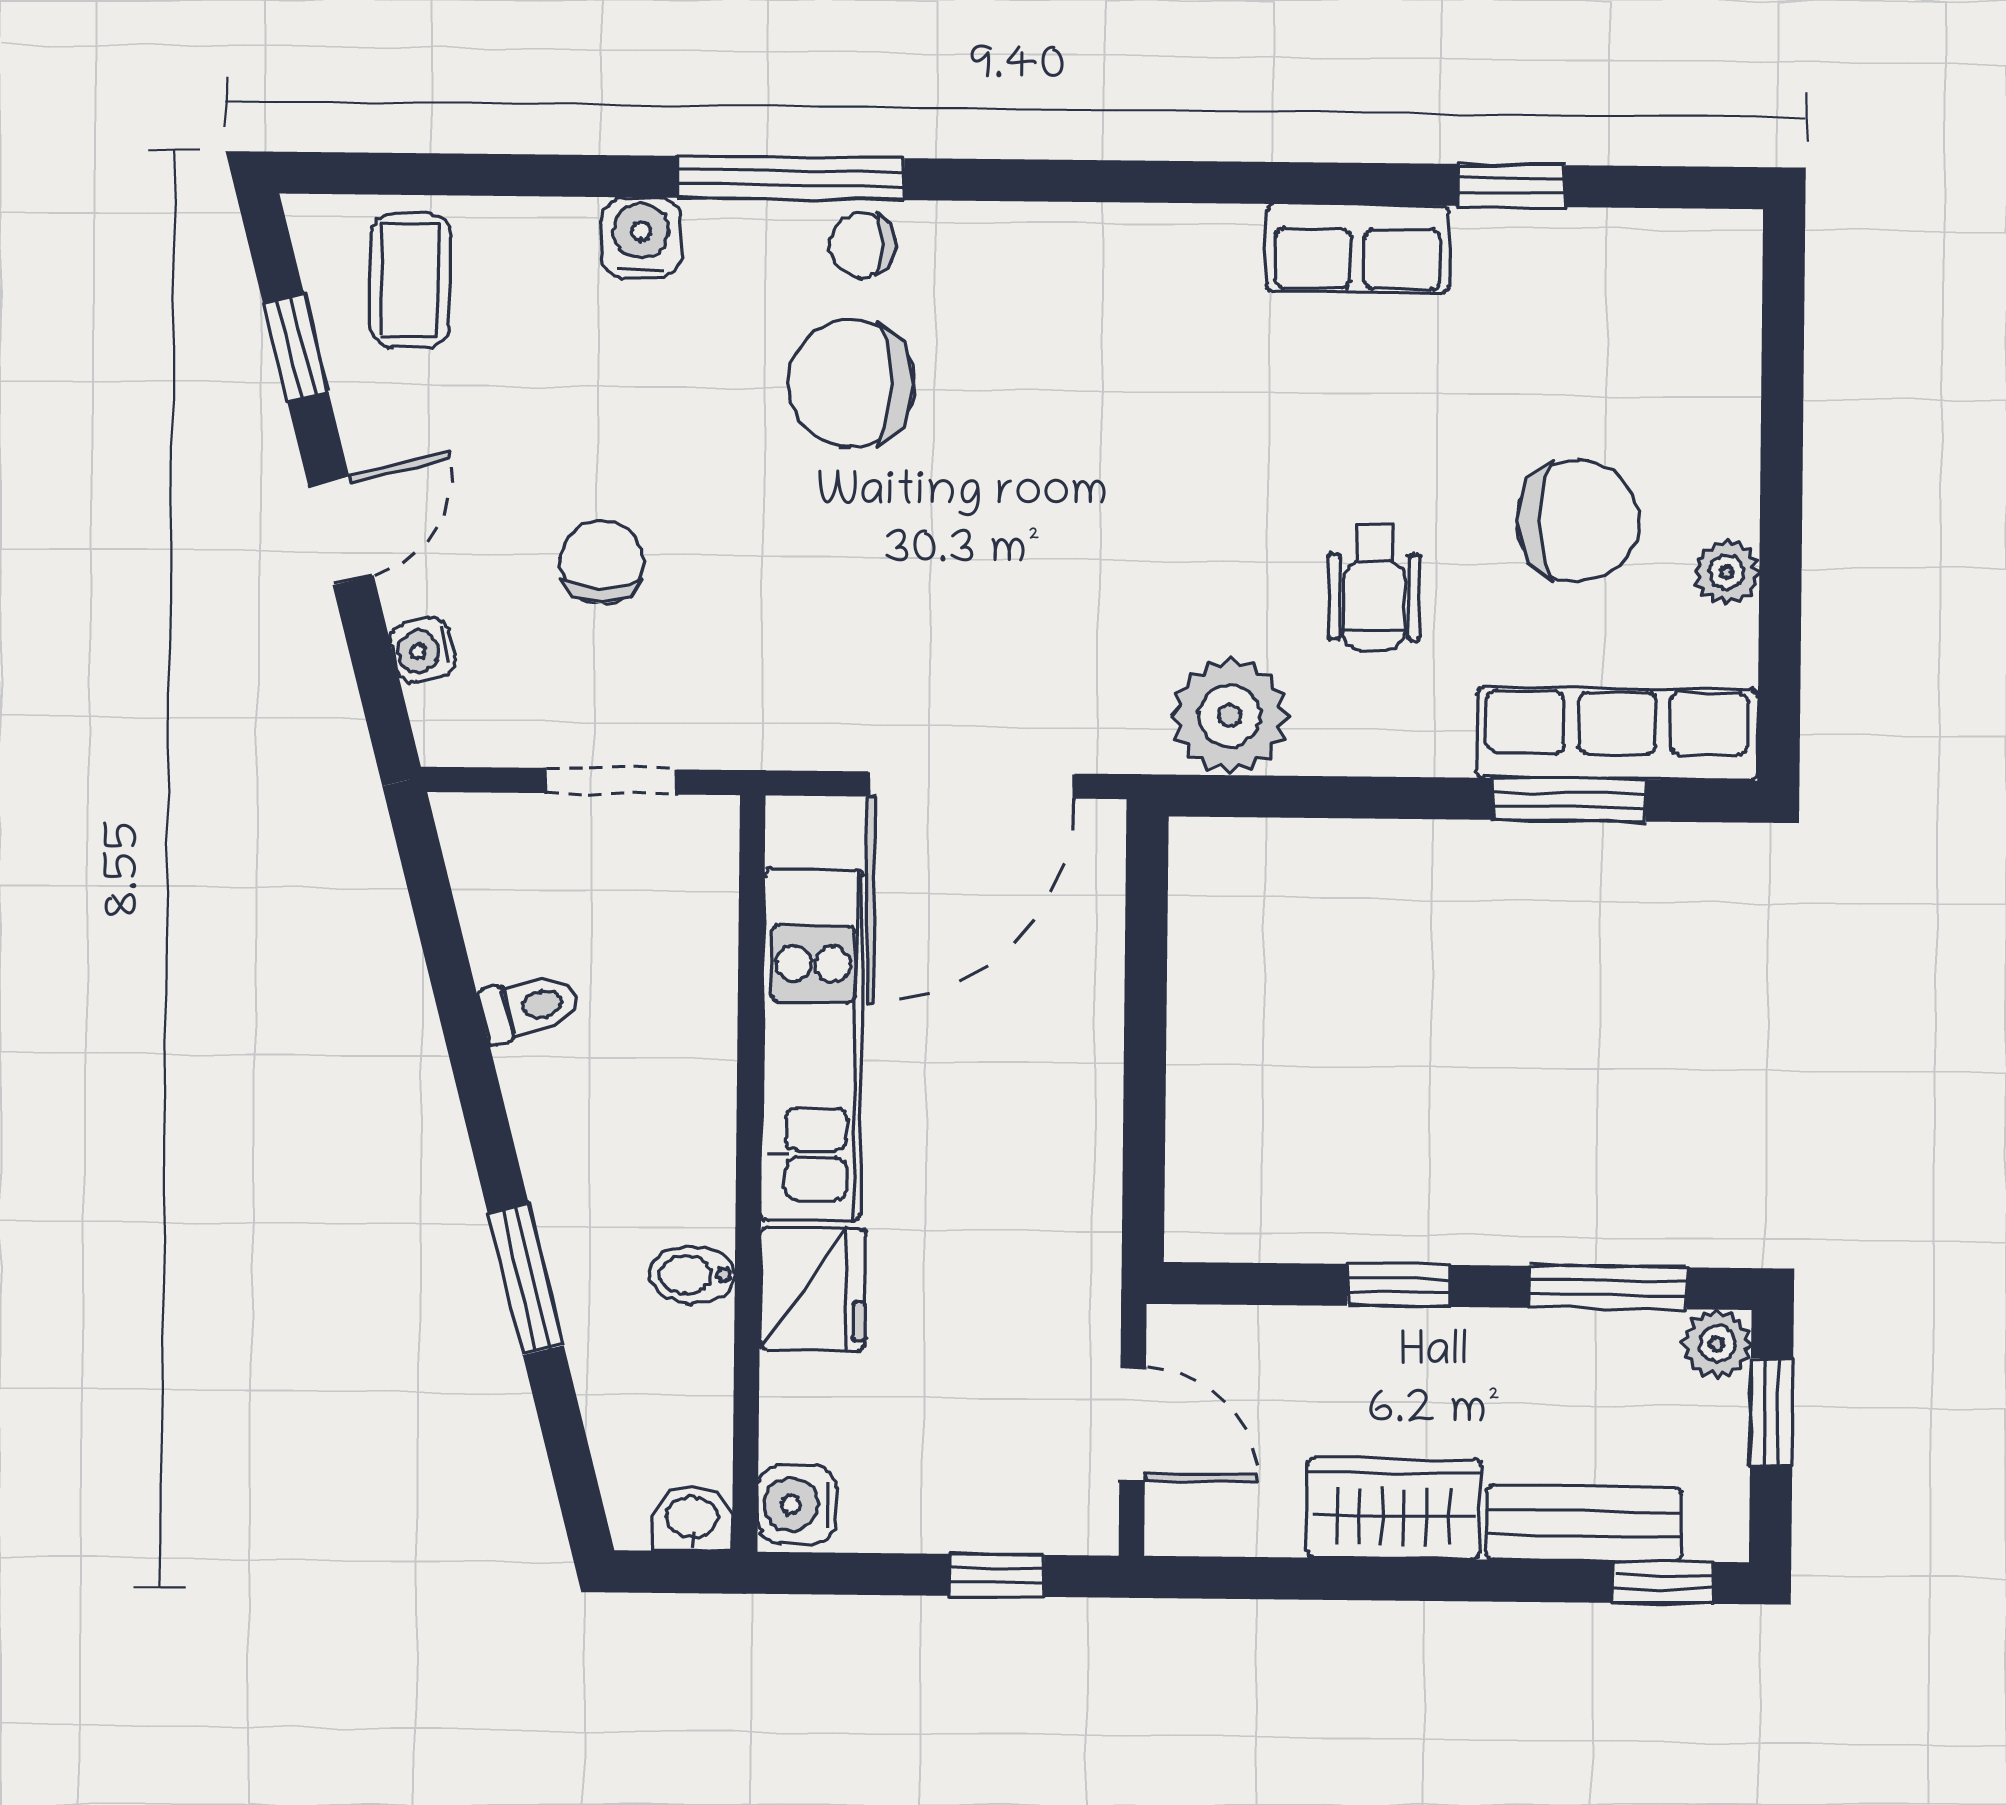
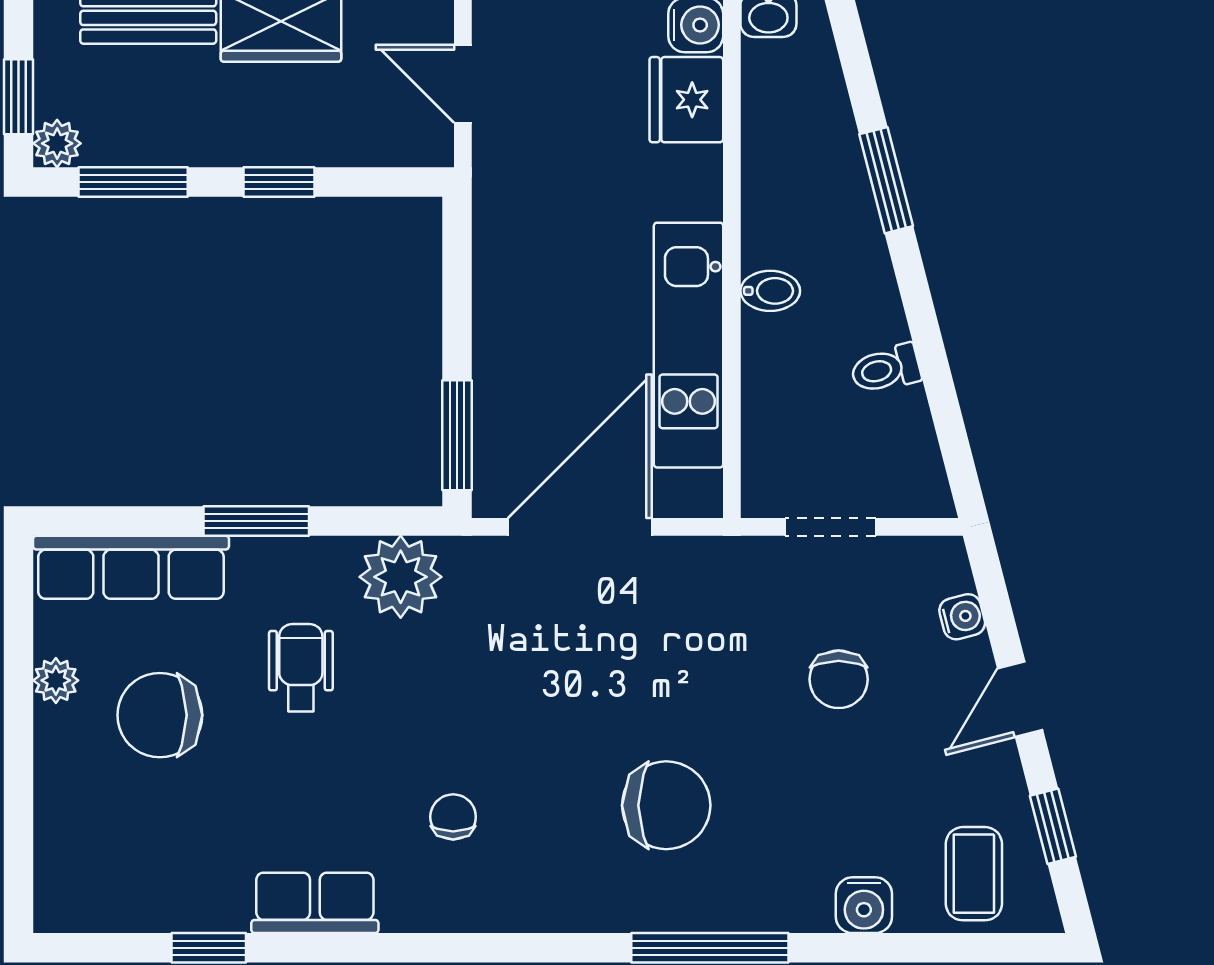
water cooler: (641, 238) -> (864, 905), moved
chair: (862, 245) -> (453, 817), moved, turned -90
window: (1569, 800) -> (256, 521), moved
window: (1146, 919) -> (457, 435), added
bidet: (692, 1274) -> (770, 291), moved
fridge: (813, 1289) -> (686, 100), moved

